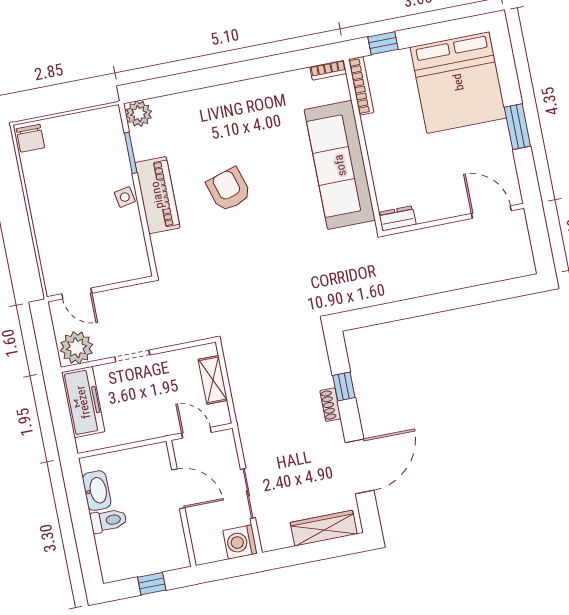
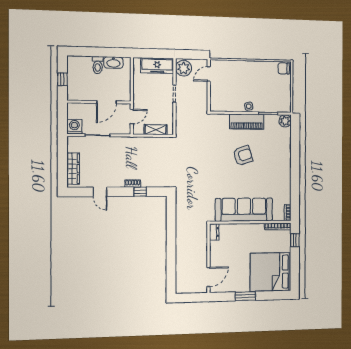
door: (360, 466) -> (100, 192), width x0.53

